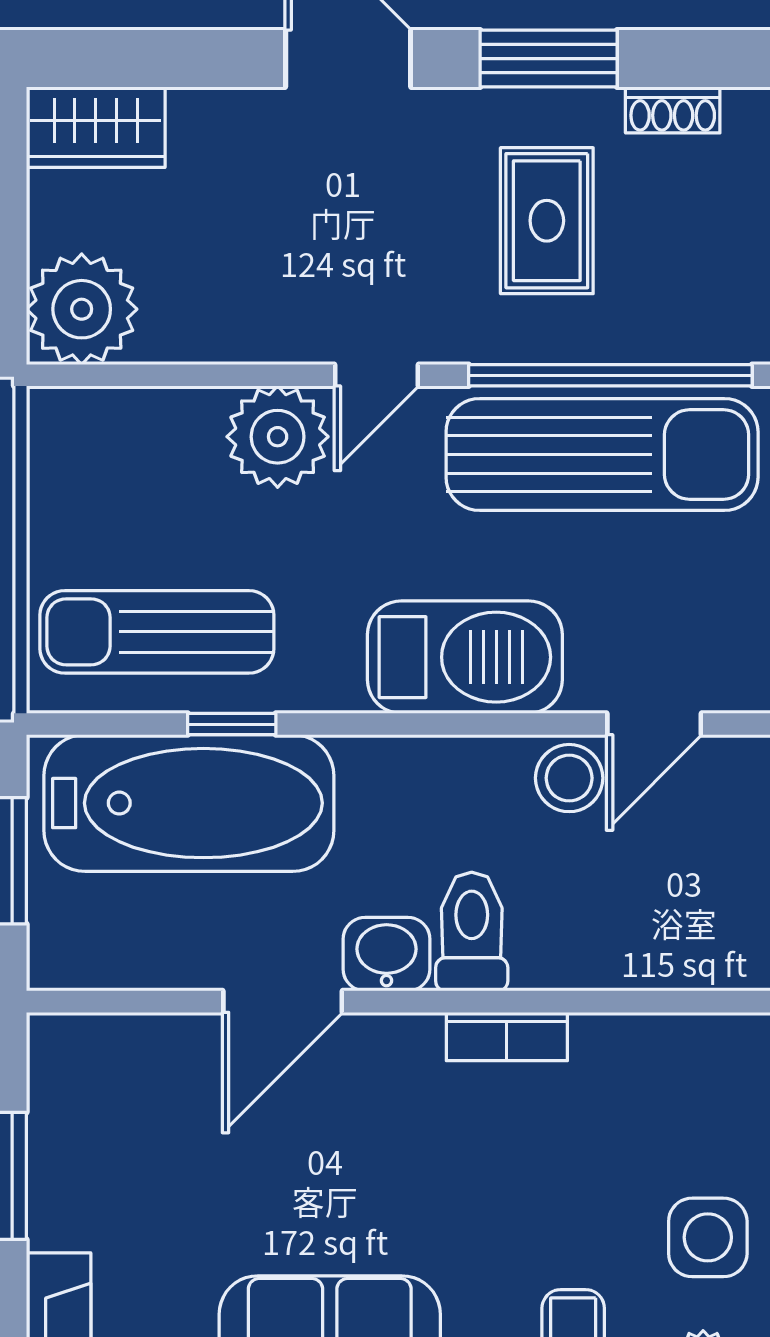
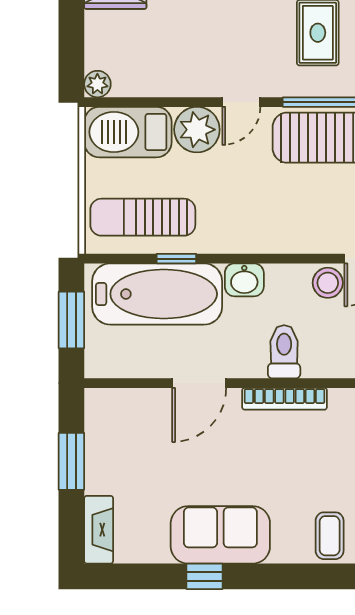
plant: (82, 309) -> (97, 84), width x0.53, depth x0.53
barbecue: (465, 657) -> (128, 132), moved, turned 180
washbasin: (386, 954) -> (244, 280), moved, turned 180
bookcase: (507, 1036) -> (285, 399), width x1.56

